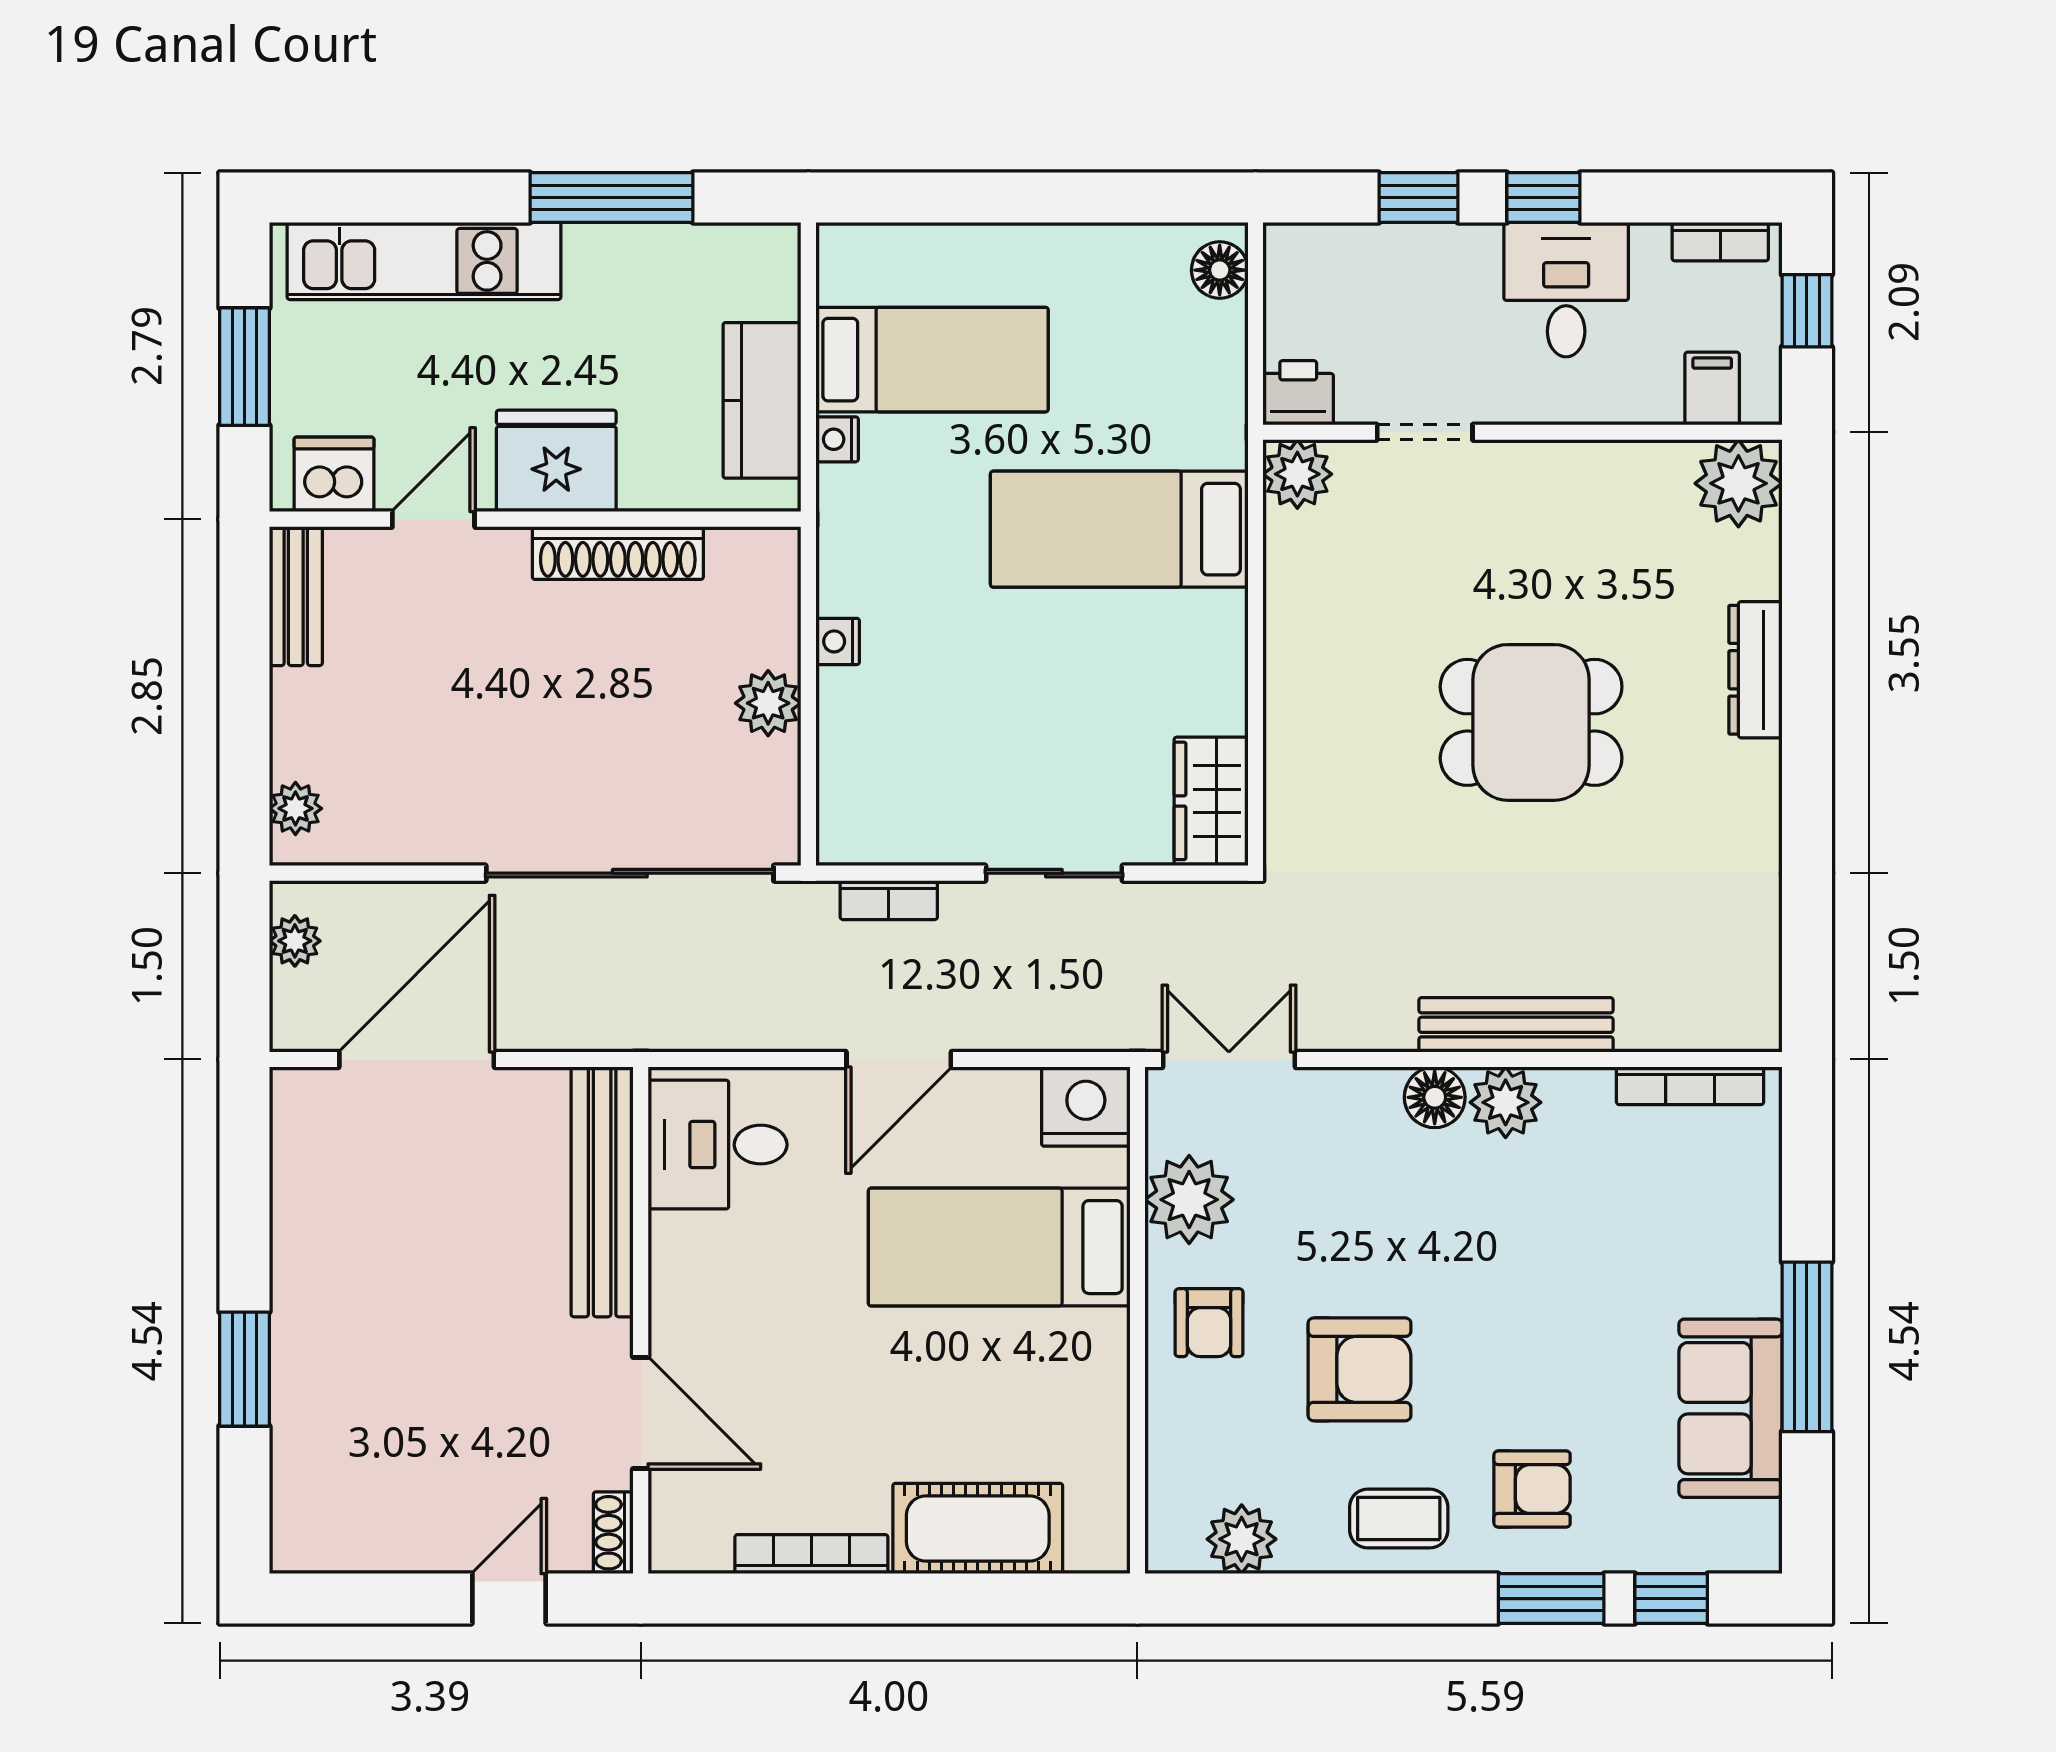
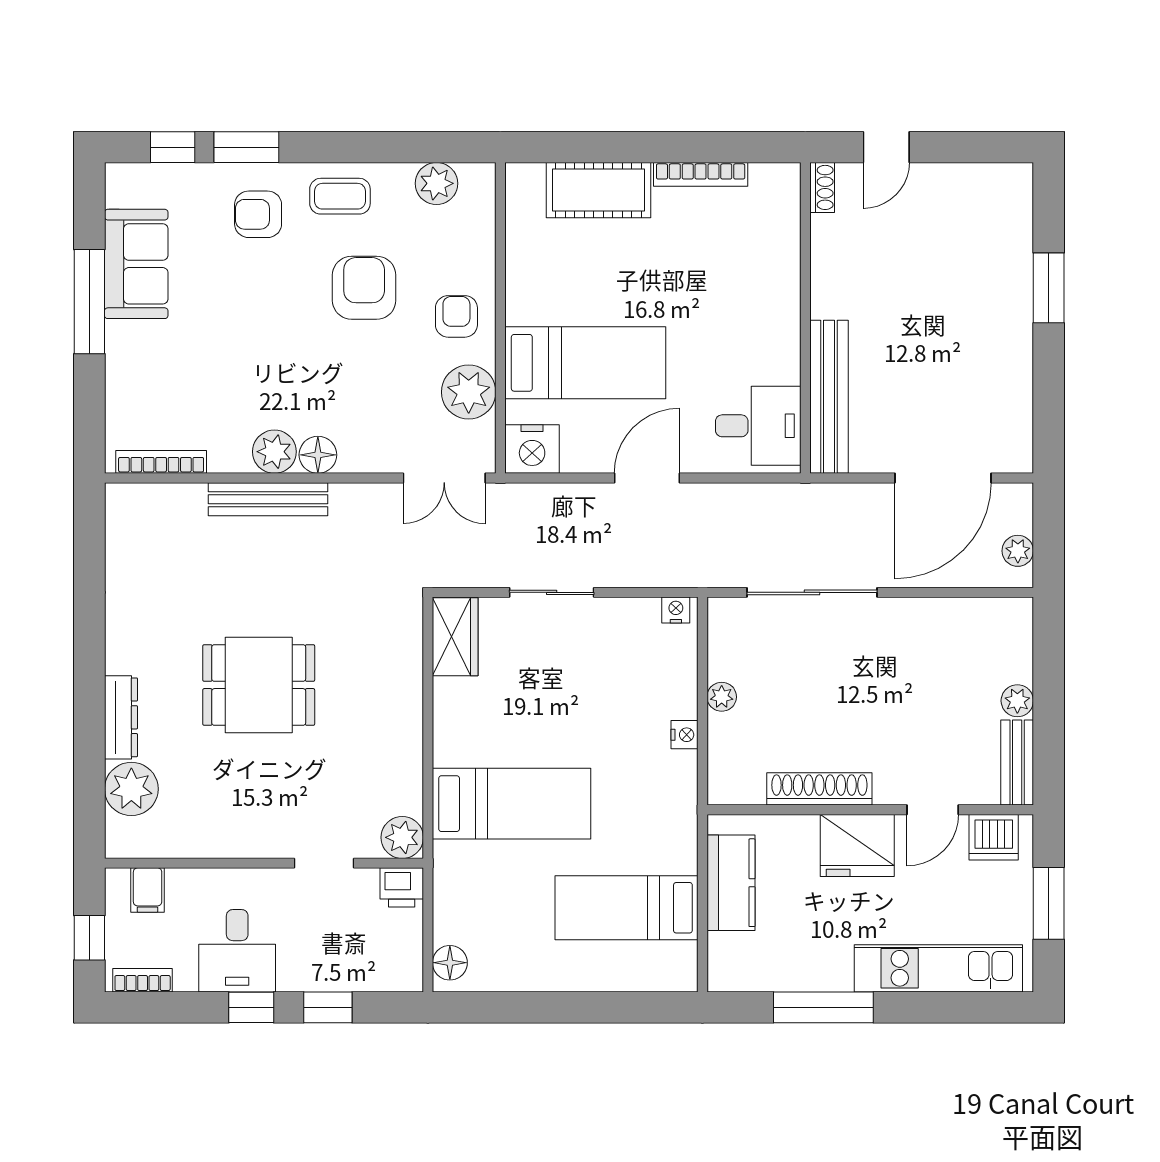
nightstand: (837, 439) -> (676, 610), moved, turned -90
plant: (1738, 483) -> (131, 789), moved
plant: (768, 703) -> (722, 697), width x0.73, depth x0.73
plant: (295, 808) -> (1017, 701), moved
sliding door: (630, 873) -> (812, 592), width x0.73
bookcase: (889, 900) -> (653, 576), removed
armchair: (1359, 1369) -> (364, 288), turned 90
door: (641, 1413) -> (805, 261), removed

